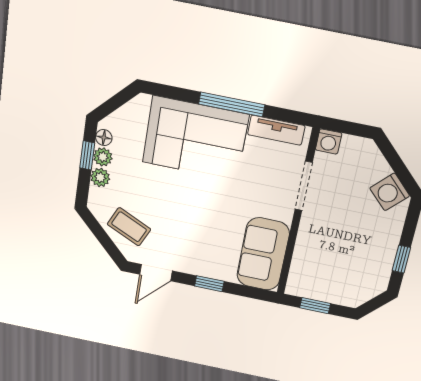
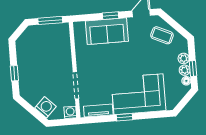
window: (232, 104) -> (124, 117), width x0.46
washing machine: (390, 192) -> (45, 107), moved
sofa: (263, 254) -> (107, 31), moved, turned 90
window: (401, 259) -> (14, 73), moved
window: (315, 306) -> (50, 20), width x1.50

